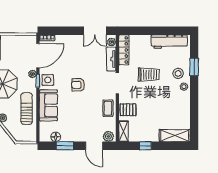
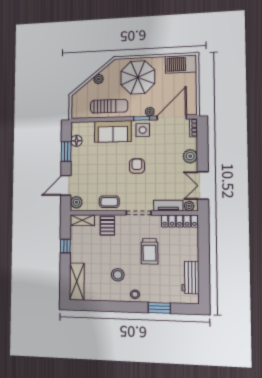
plant: (71, 41) -> (190, 156), added
workbench: (169, 42) -> (190, 277), width x0.73
door: (38, 56) -> (172, 117), swing flipped
stool: (178, 73) -> (118, 275), moved

